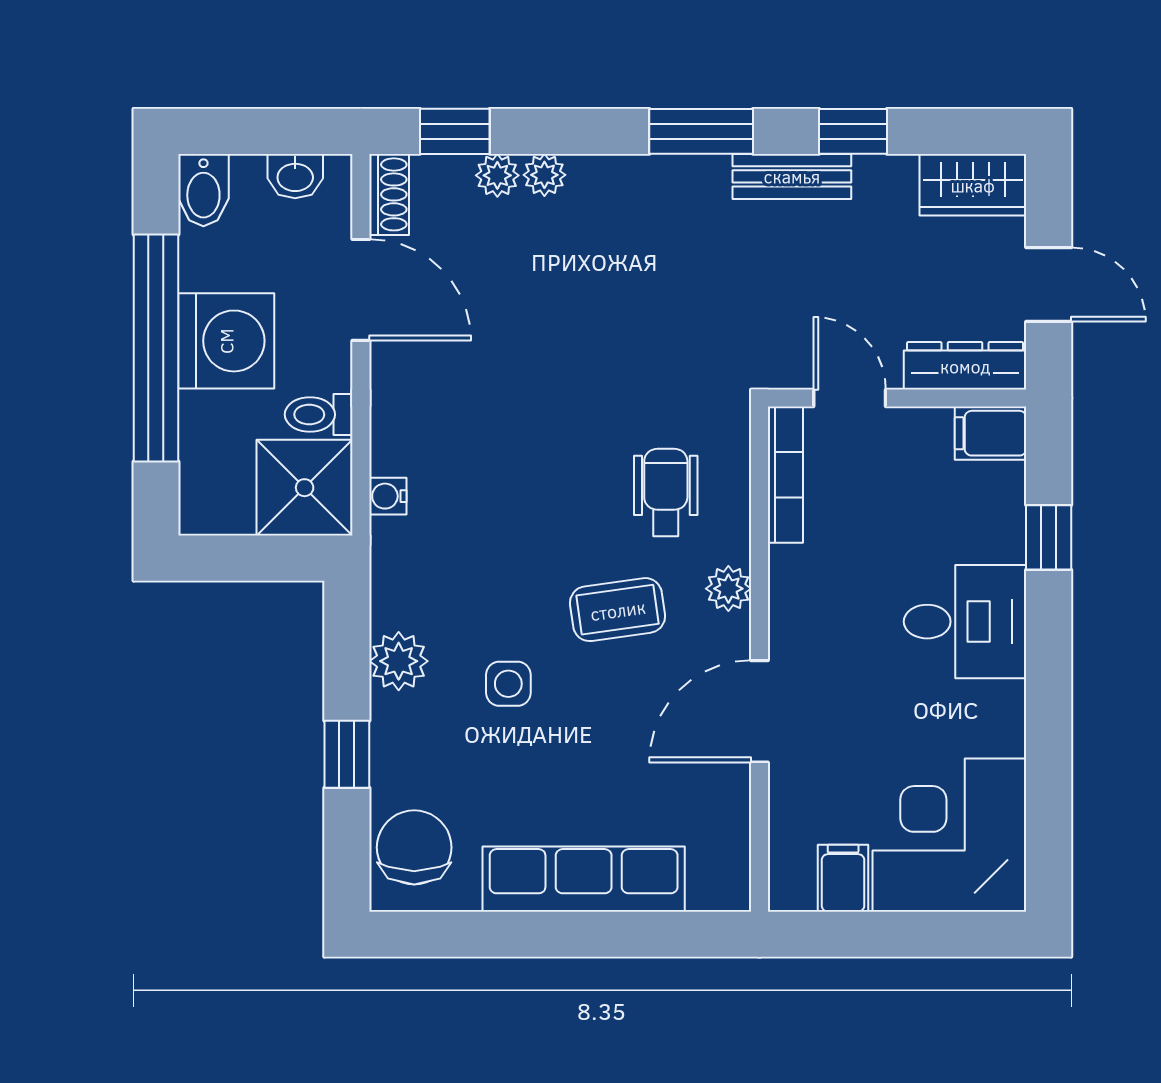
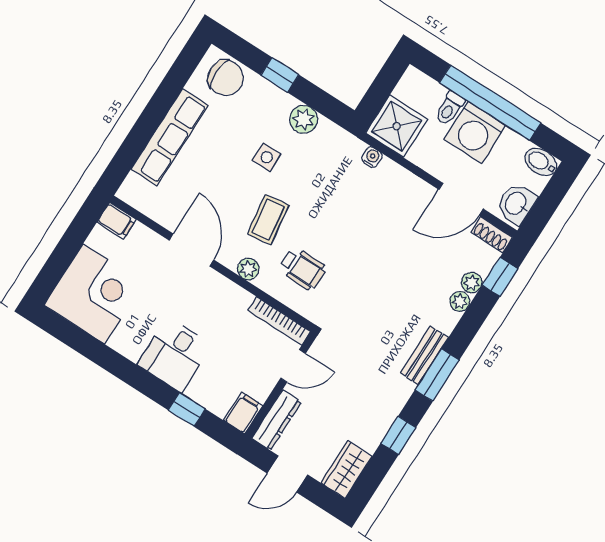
washbasin: (295, 176) -> (516, 204), width x1.38, depth x1.45
bench: (792, 176) -> (424, 355), moved
toilet: (319, 414) -> (450, 108), moved, turned 180
filing cabinet: (843, 878) -> (117, 221), moved

